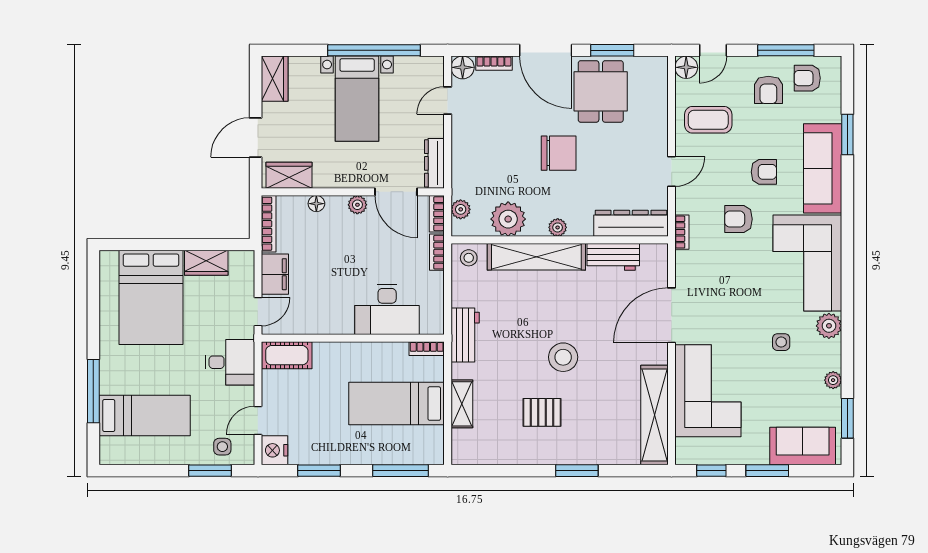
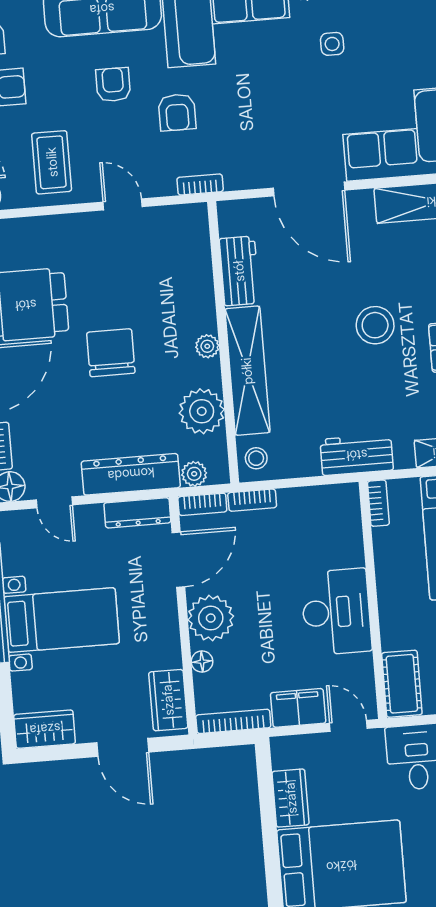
plant: (357, 205) -> (211, 618), width x1.88, depth x1.88
dresser: (631, 223) -> (131, 474), moved, turned 90
desk: (387, 309) -> (336, 612), moved

